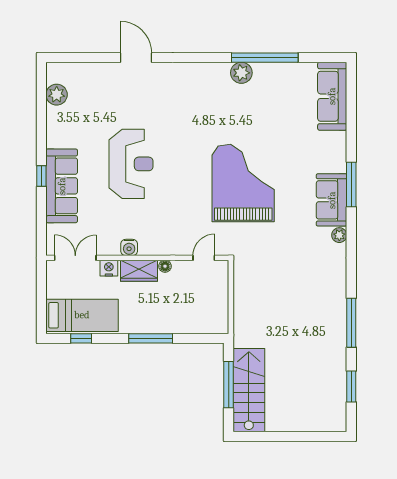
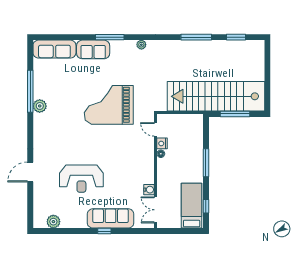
reception desk: (131, 164) -> (81, 179), moved, turned 180
sofa: (332, 200) -> (93, 49), moved
water cooler: (129, 247) -> (149, 190), moved
nightstand: (109, 268) -> (162, 143), moved
wardrobe: (139, 271) -> (164, 170), removed
stairs: (249, 390) -> (216, 96), width x1.86, depth x1.51

